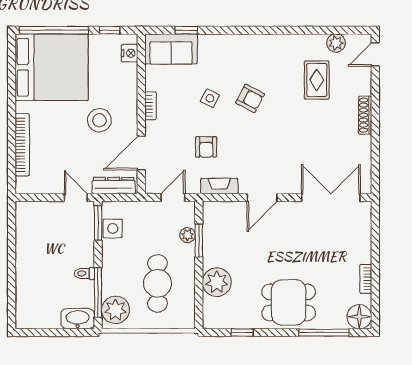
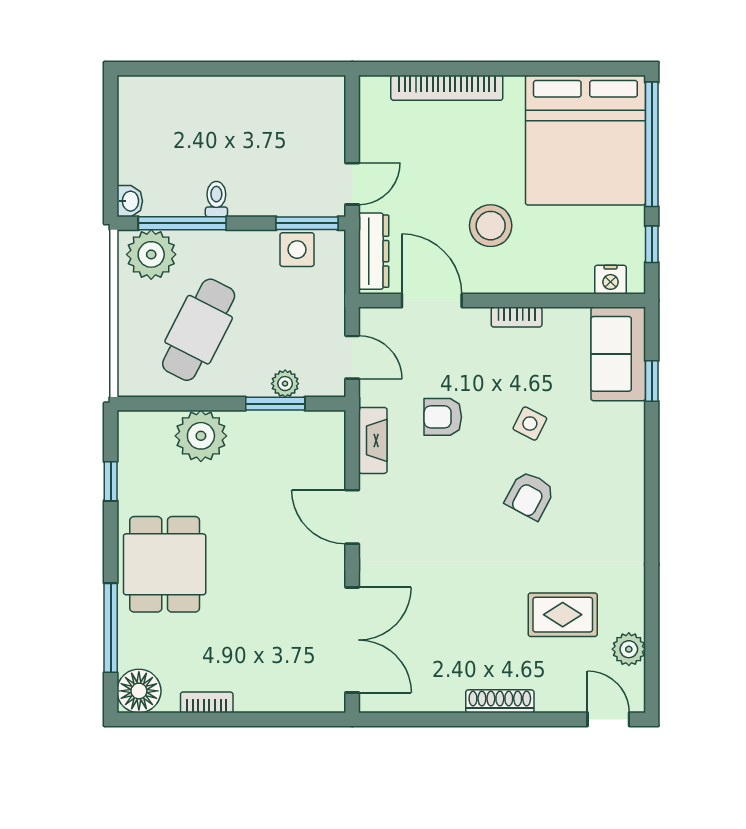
cafe table: (158, 283) -> (199, 330), turned -63
washbasin: (78, 319) -> (130, 201), width x0.52, depth x0.69

